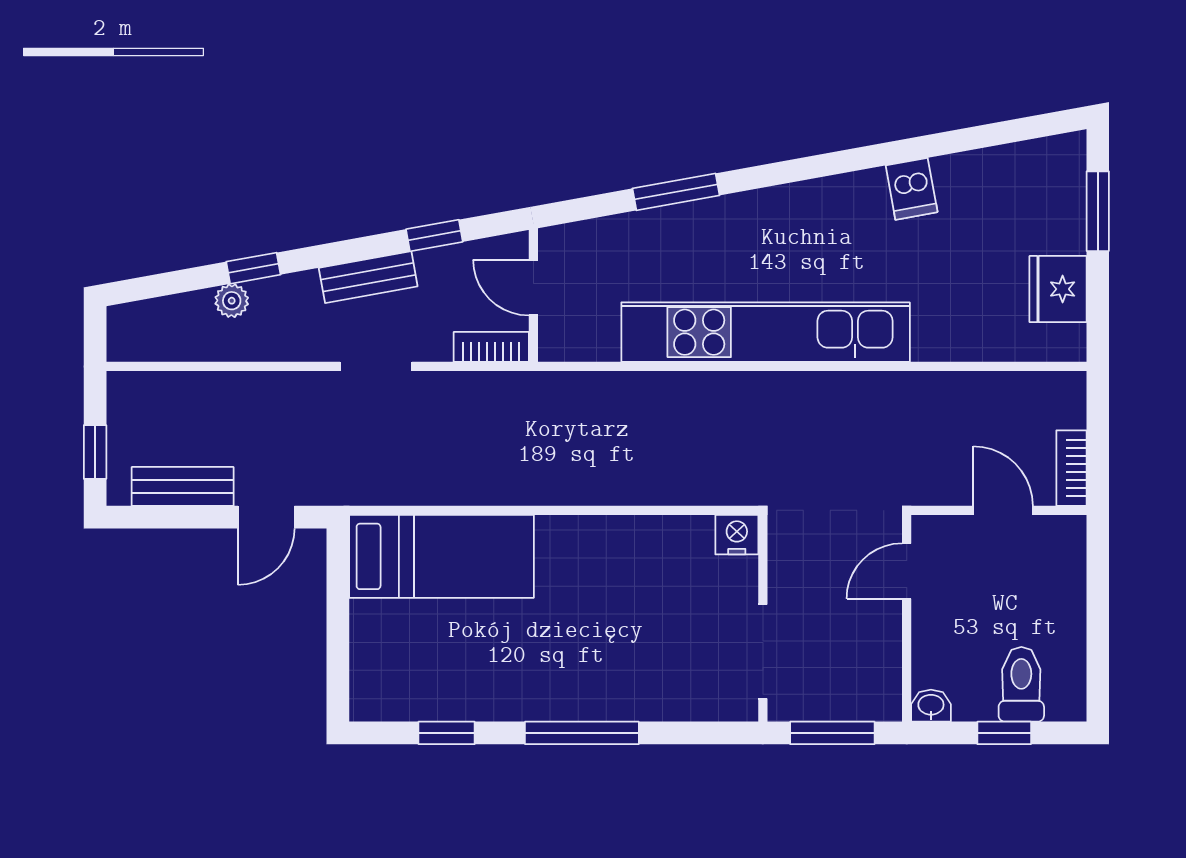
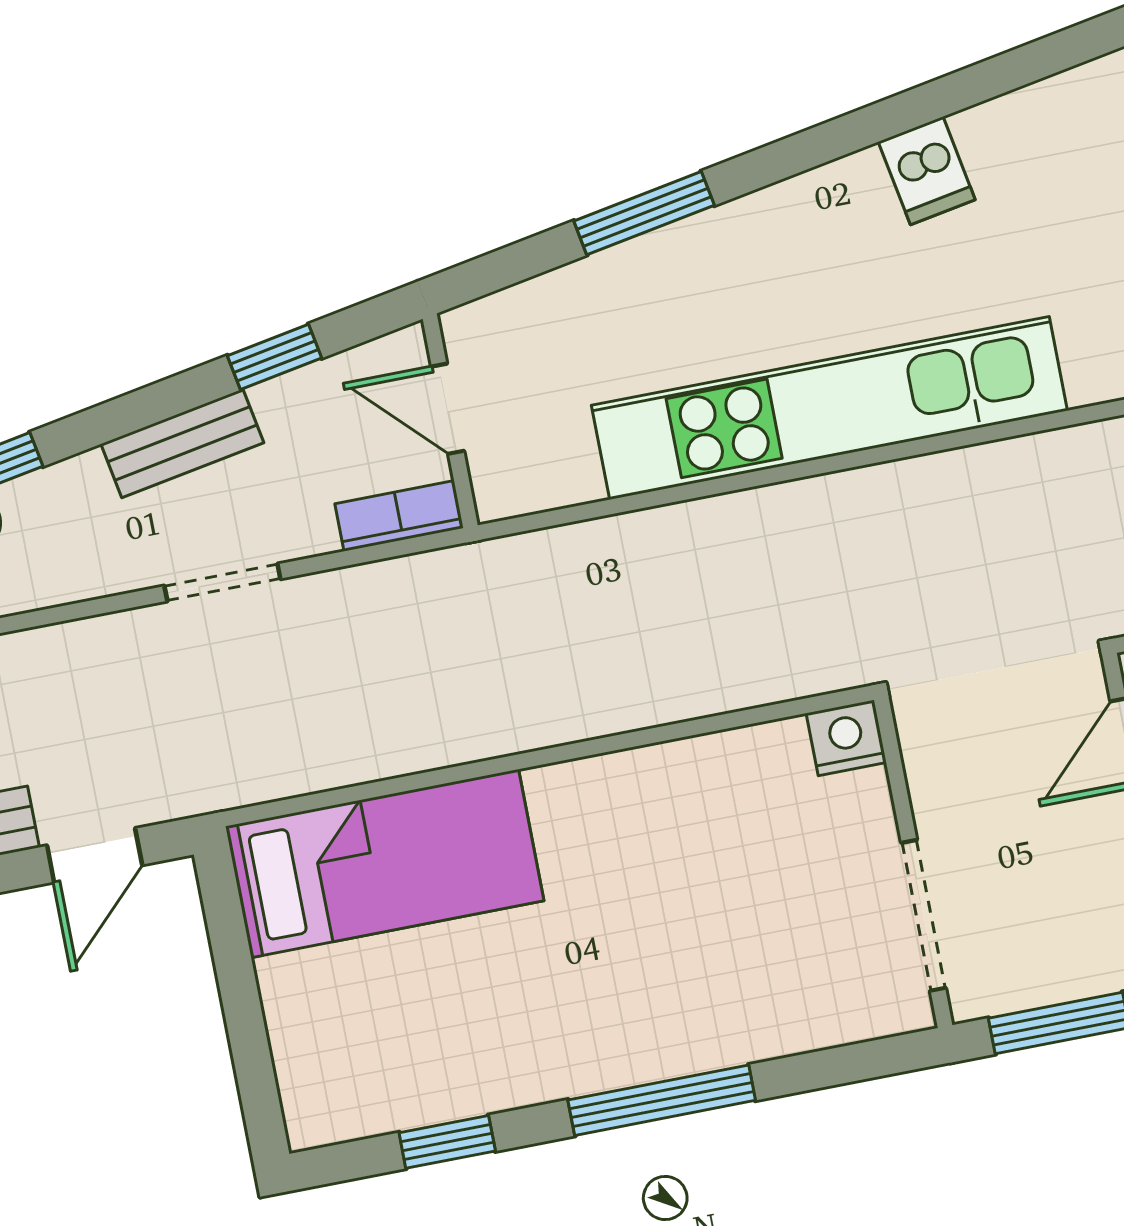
dishwasher: (912, 189) -> (927, 171), moved

